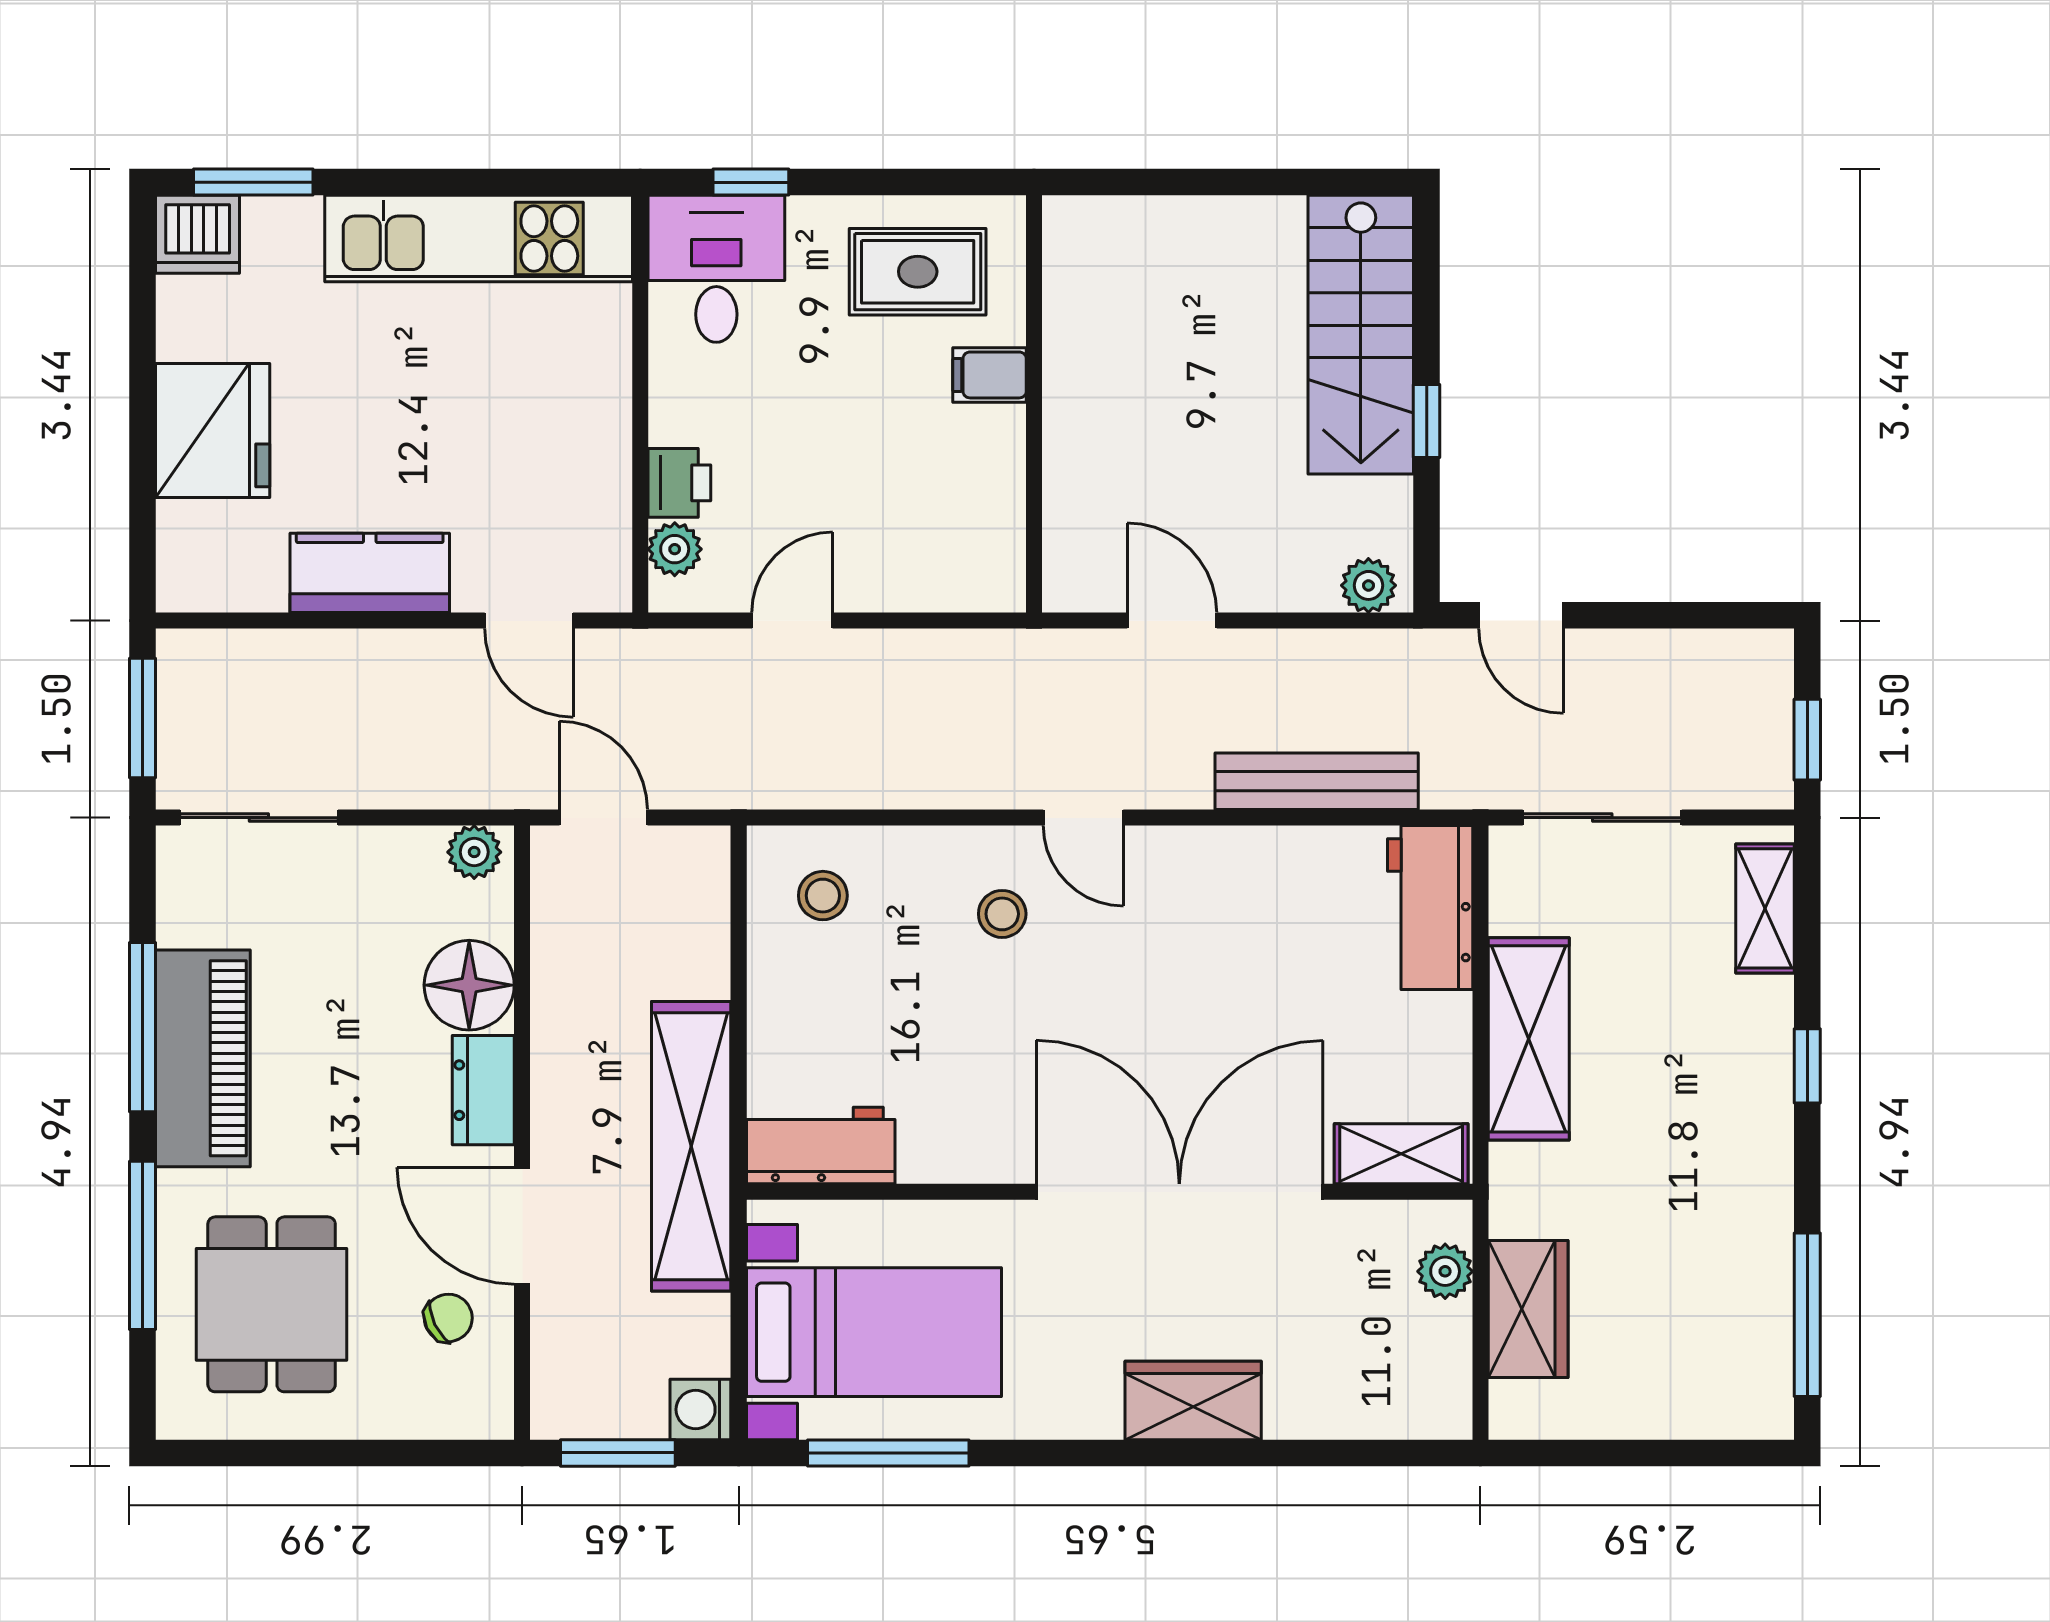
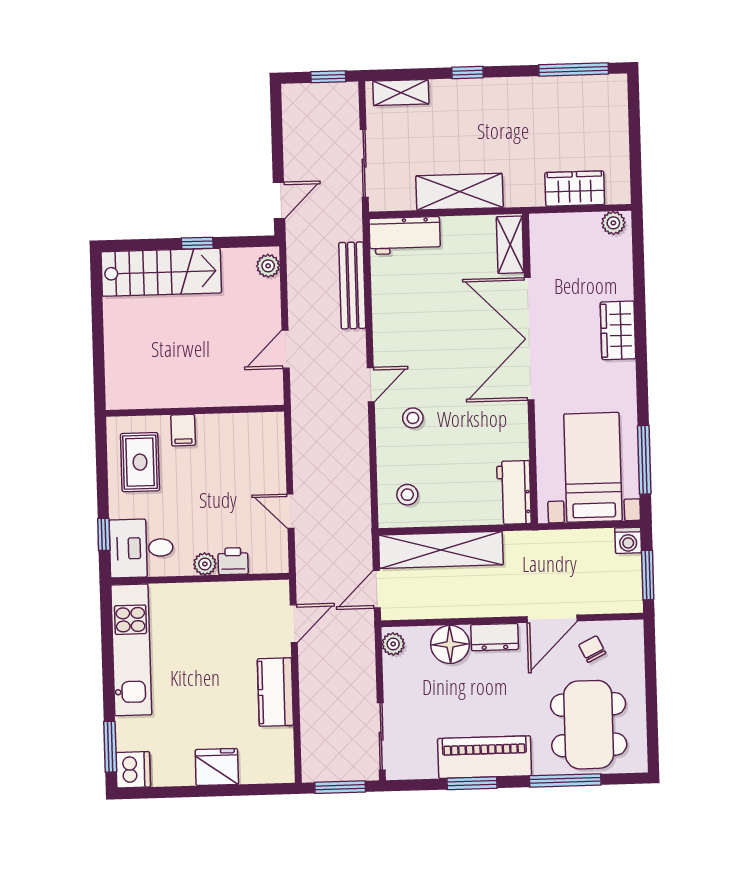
fridge: (213, 431) -> (217, 767), width x0.73, depth x0.75
plant: (675, 549) -> (205, 564), moved
window: (143, 1027) -> (472, 783), width x0.69
shelving: (691, 1146) -> (441, 550), moved
plant: (1445, 1271) -> (613, 223), moved
dining table: (272, 1304) -> (589, 725), width x1.37

